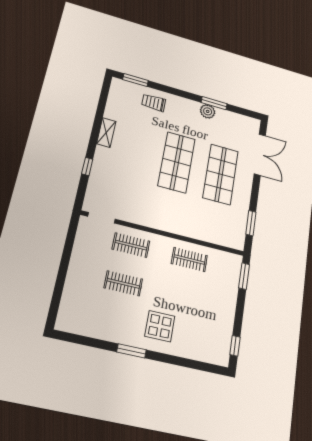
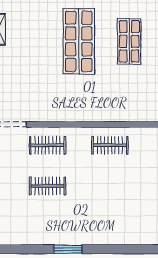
shop shelf: (221, 174) -> (129, 41), width x0.70, depth x0.74
display table: (160, 326) -> (91, 220), removed

